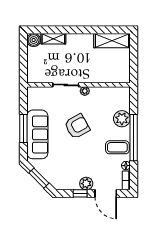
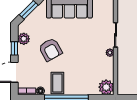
plant: (122, 119) -> (106, 87), moved
armchair: (77, 126) -> (50, 49), moved
plant: (86, 184) -> (24, 39), moved

